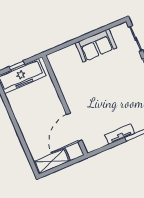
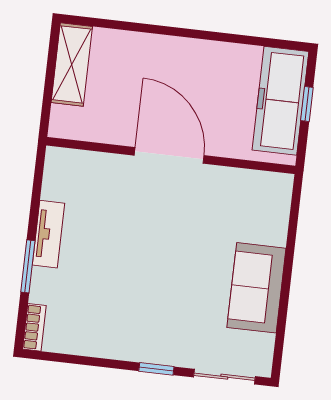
door: (74, 127) -> (169, 155), moved

